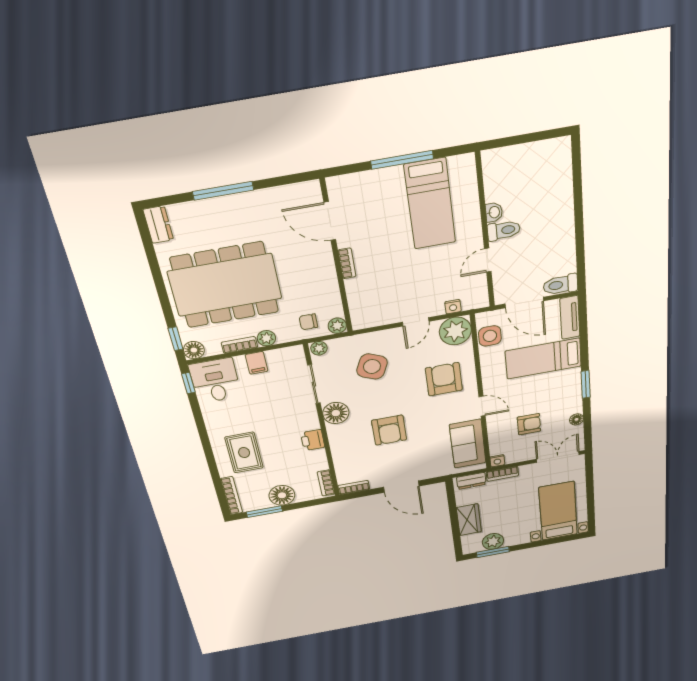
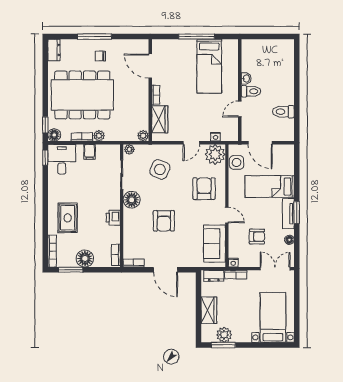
toilet: (560, 285) -> (283, 112), moved
wardrobe: (360, 298) -> (160, 119), added
tv unit: (570, 318) -> (288, 214), moved
chair: (308, 322) -> (100, 56), moved

